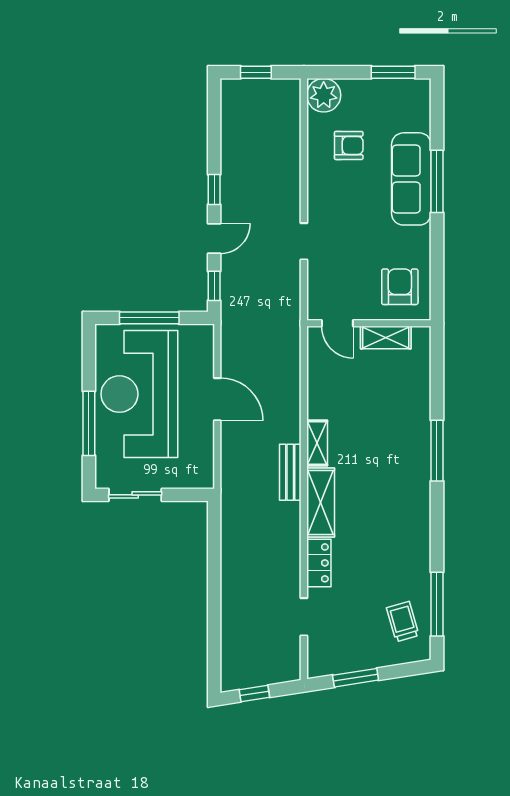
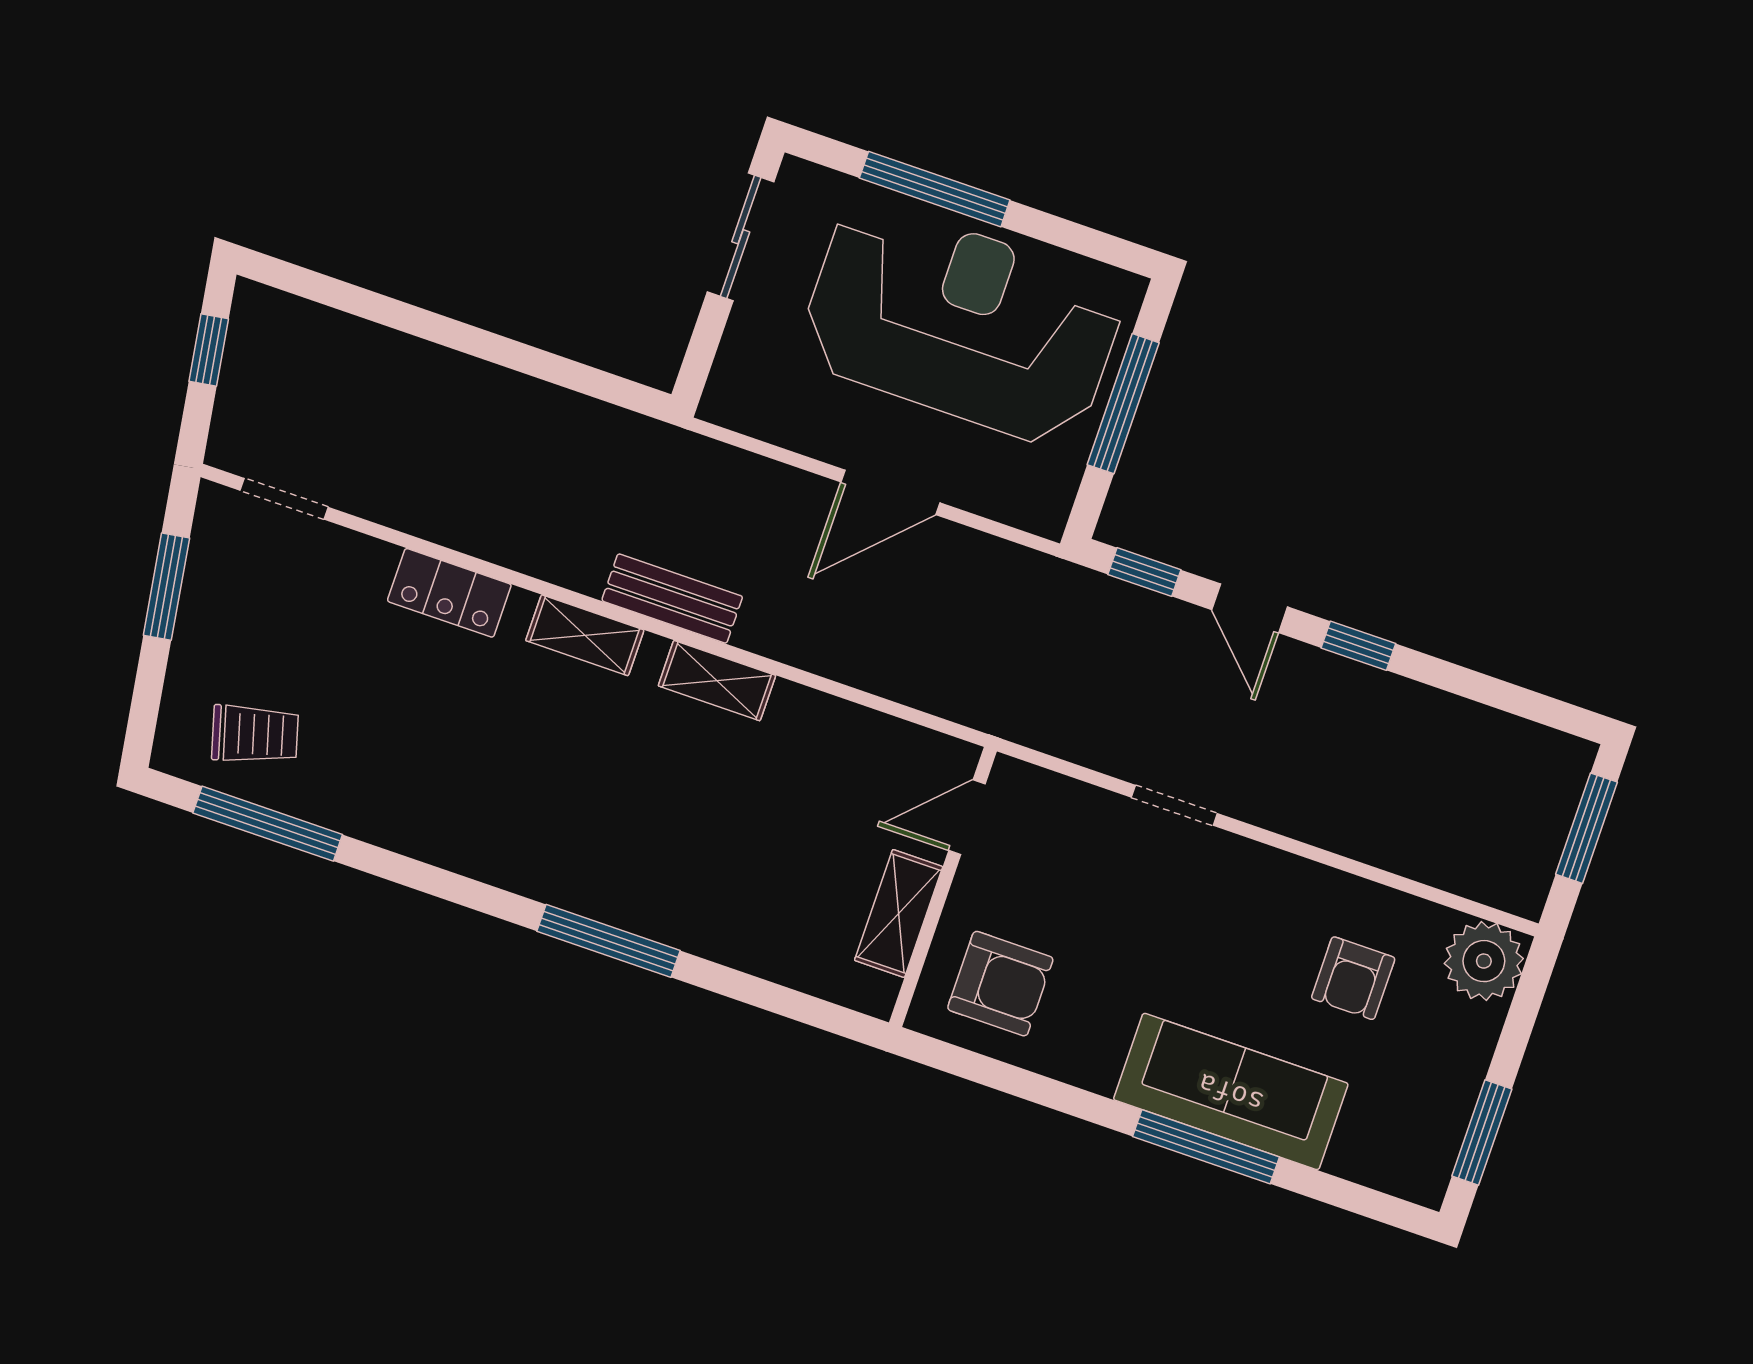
window: (256, 72) -> (1587, 828), width x1.50
shelving: (321, 502) -> (585, 635), width x0.67, depth x0.75
doorway: (304, 617) -> (284, 499), moved

